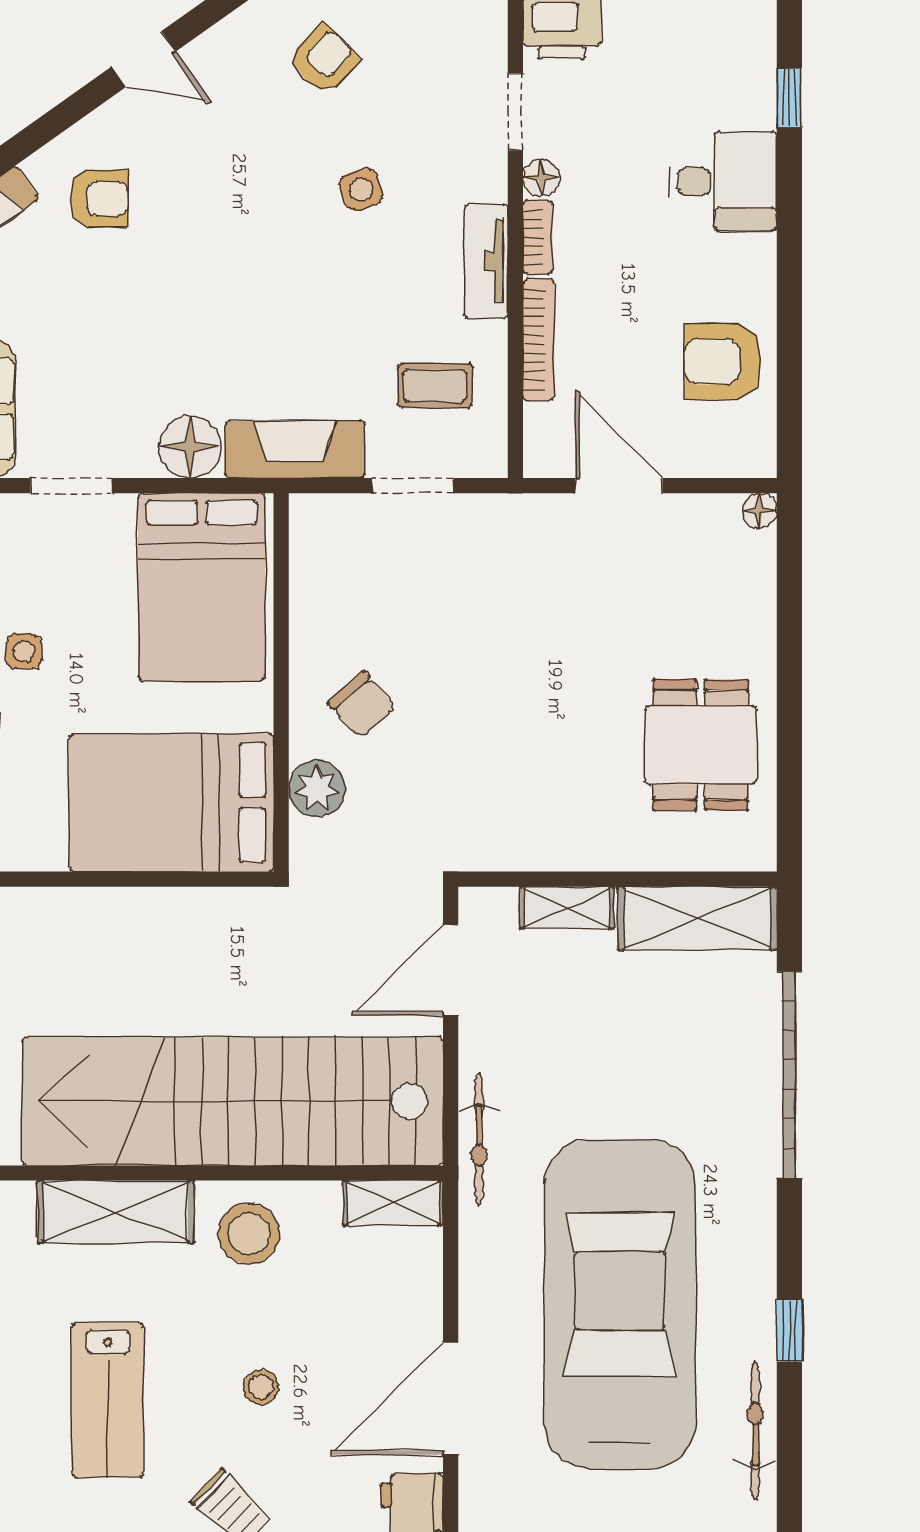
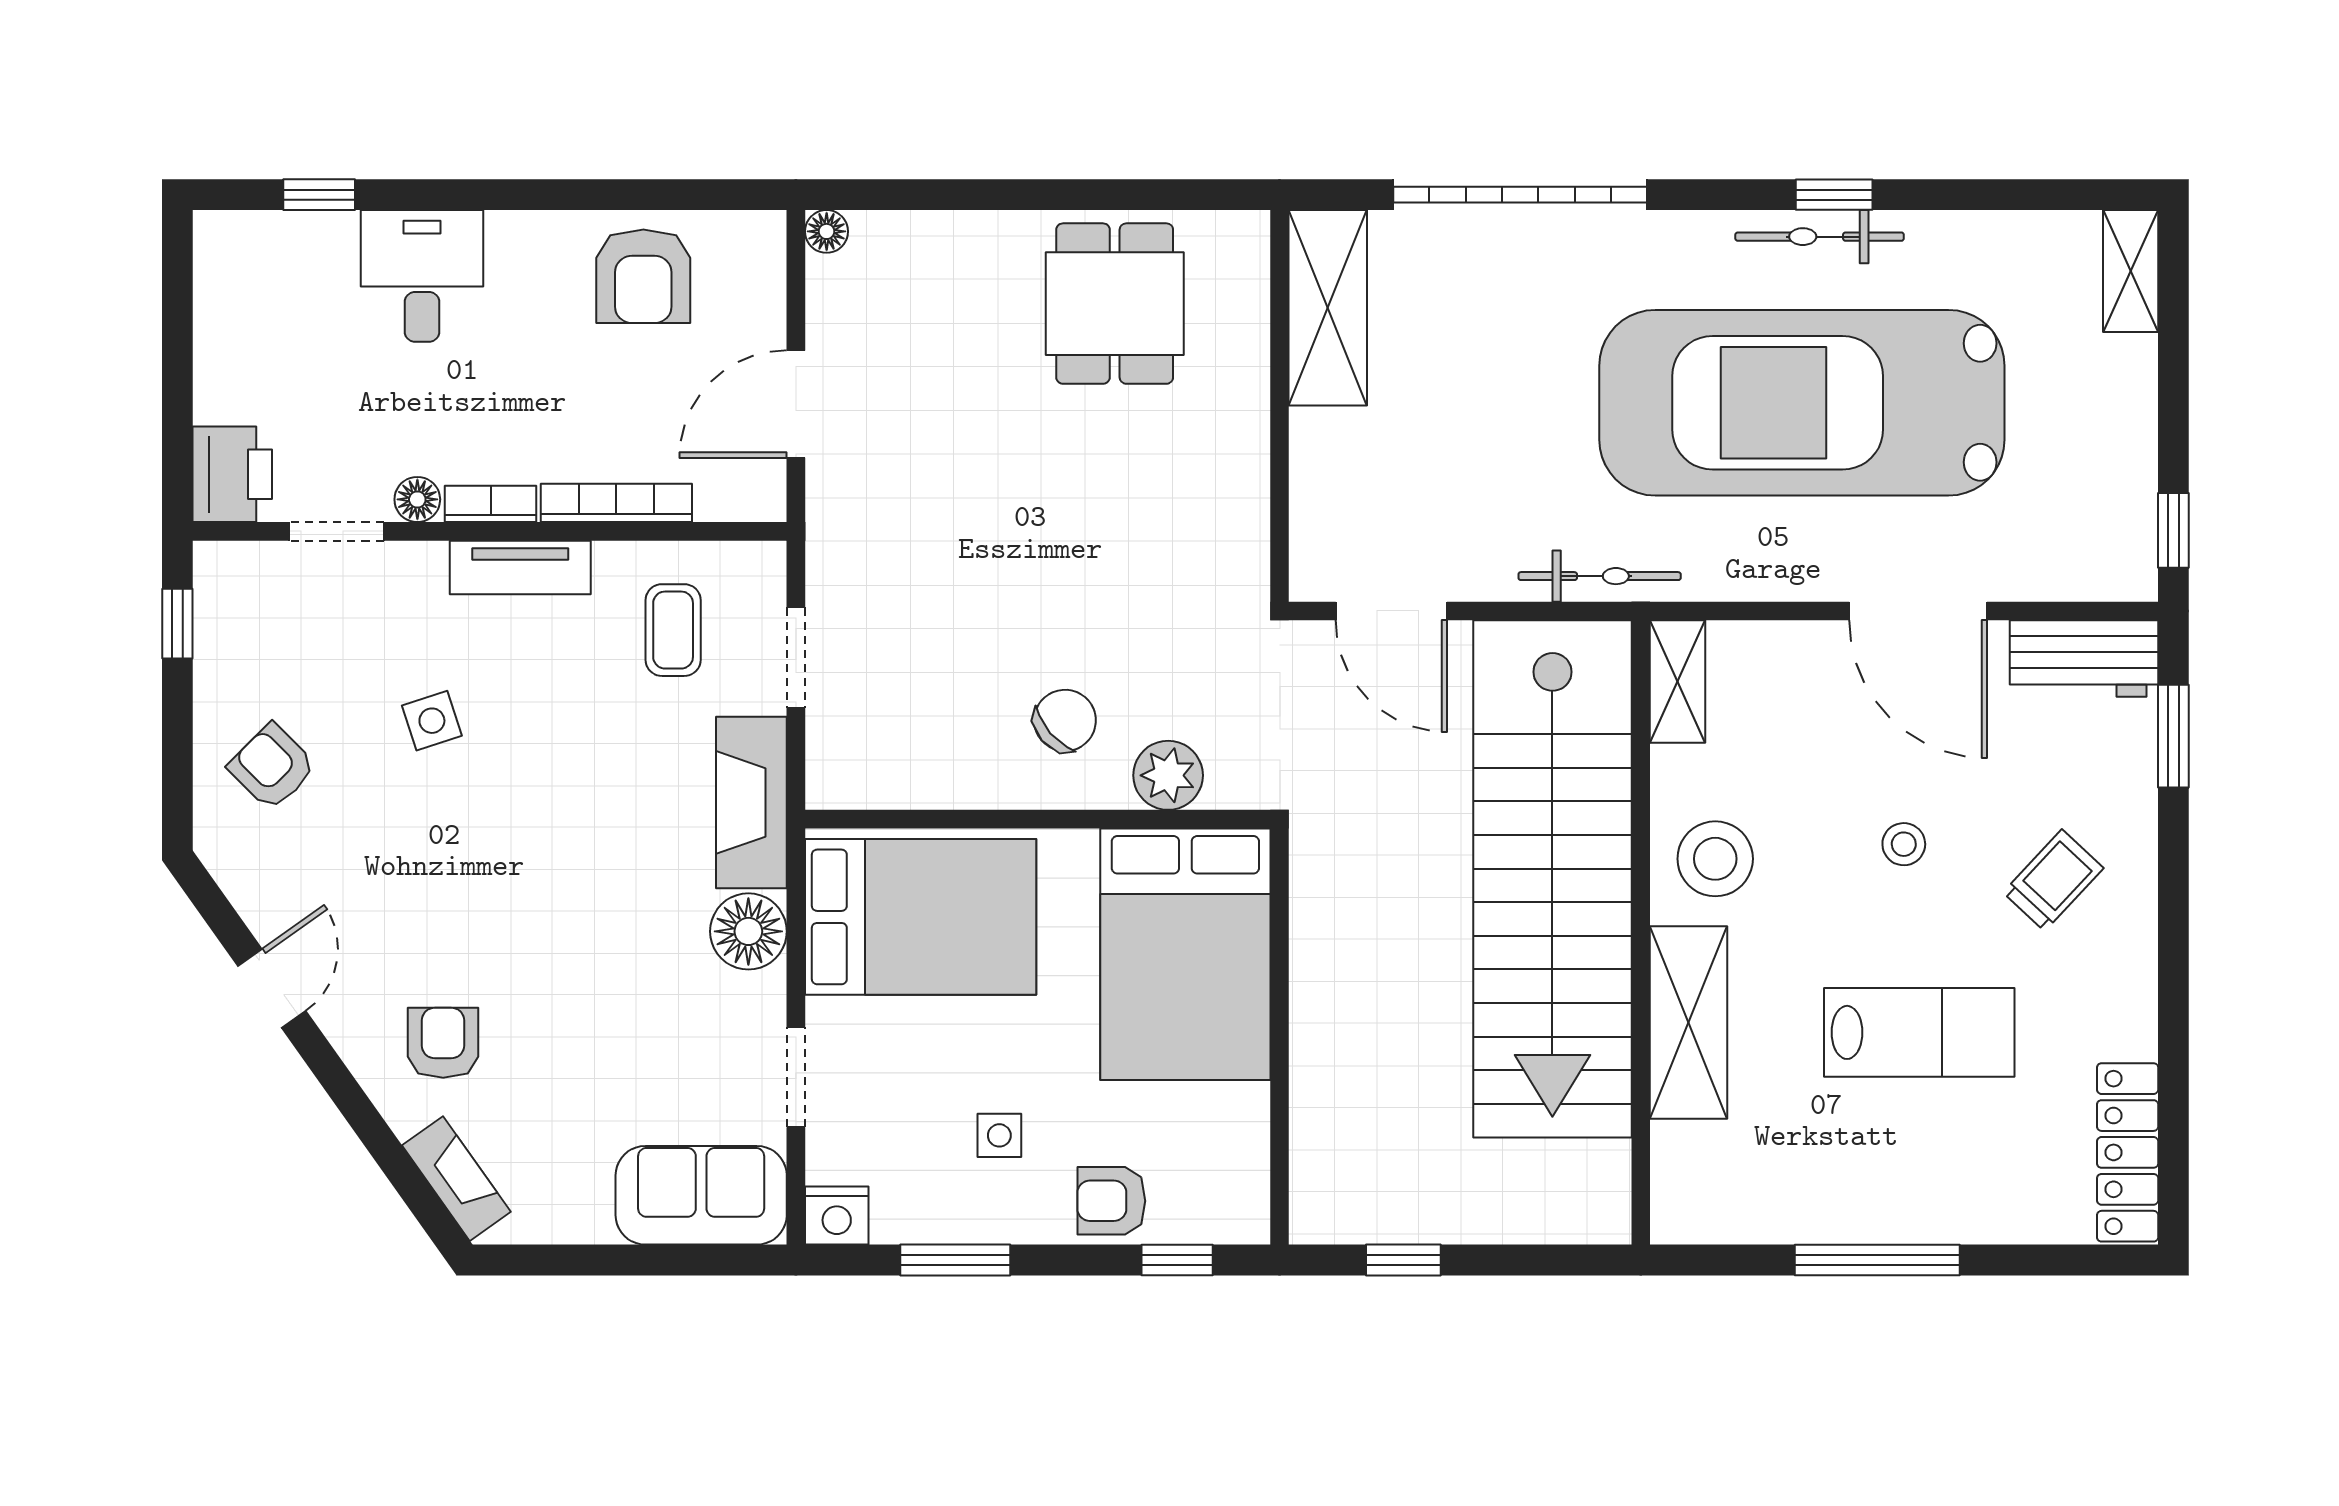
dining table: (701, 745) -> (1115, 304), turned 90
shelving: (567, 908) -> (1315, 468), removed
bicycle: (755, 1430) -> (1820, 237), moved

